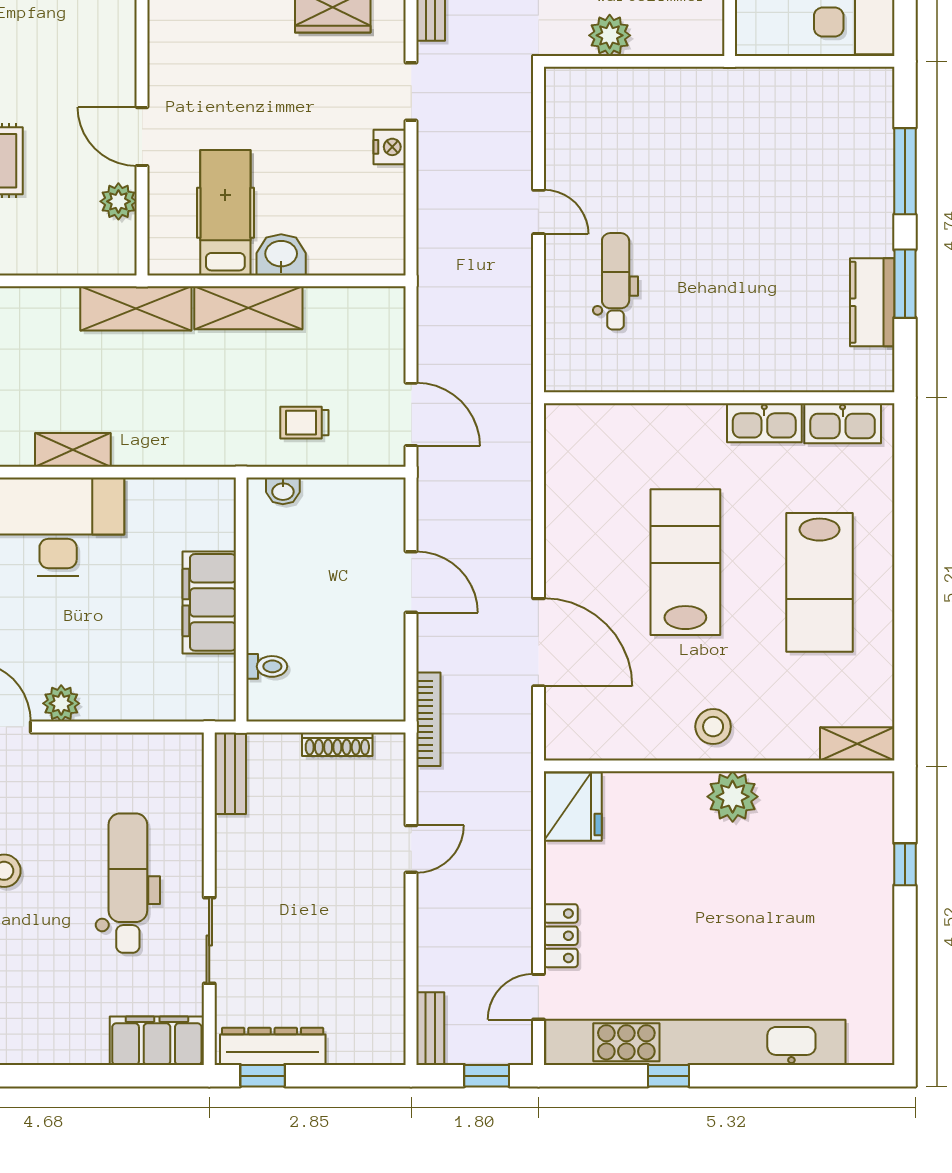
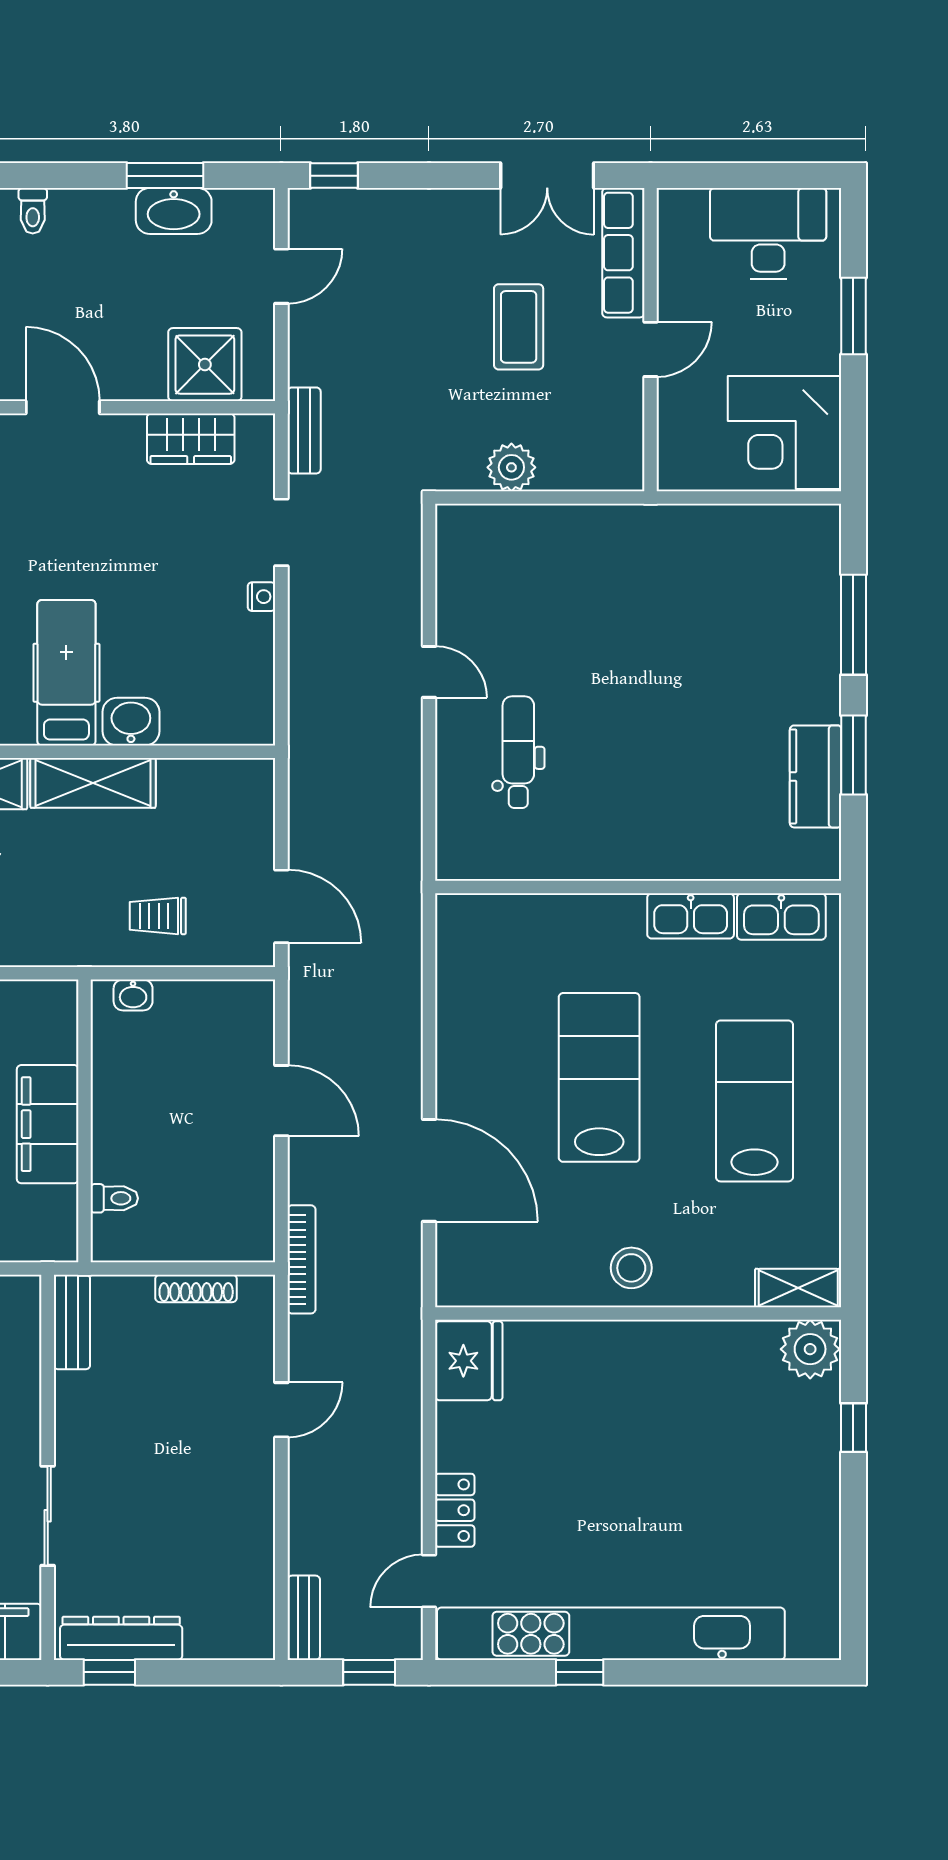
nightstand: (390, 147) -> (262, 597), width x0.72, depth x0.74
lab bench: (819, 582) -> (754, 1101), turned 180
plant: (733, 797) -> (810, 1349), moved

